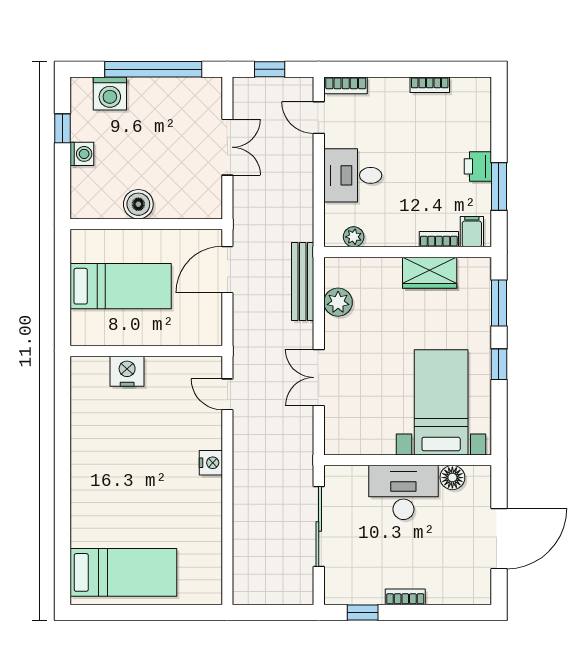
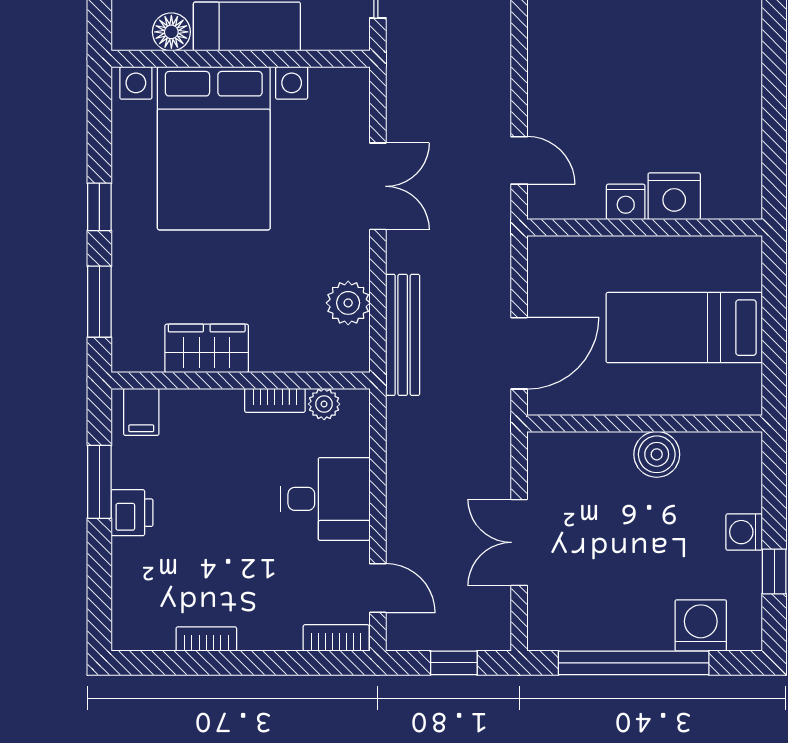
bookcase: (439, 239) -> (275, 400), moved
bed with nightstands: (441, 402) -> (214, 148), width x1.36
nightstand: (211, 463) -> (626, 202), moved, turned -90

